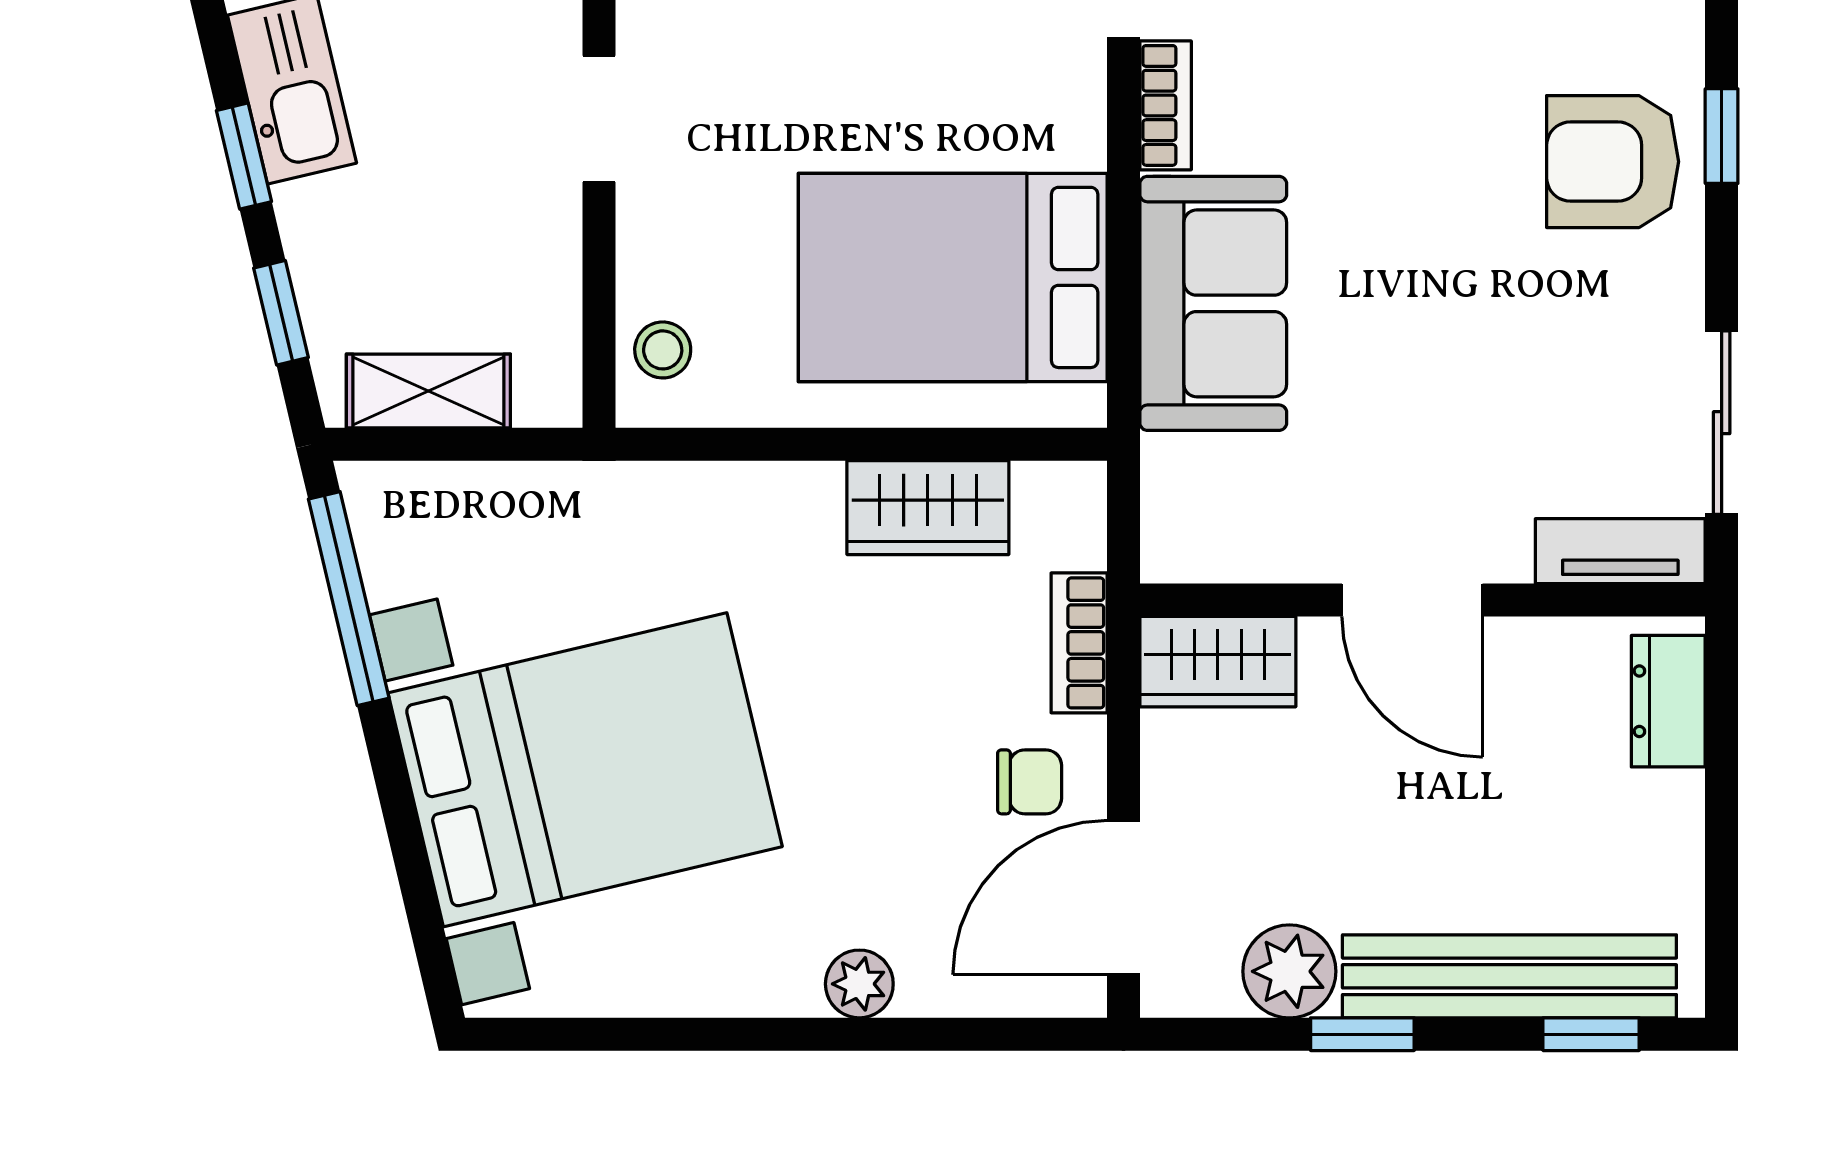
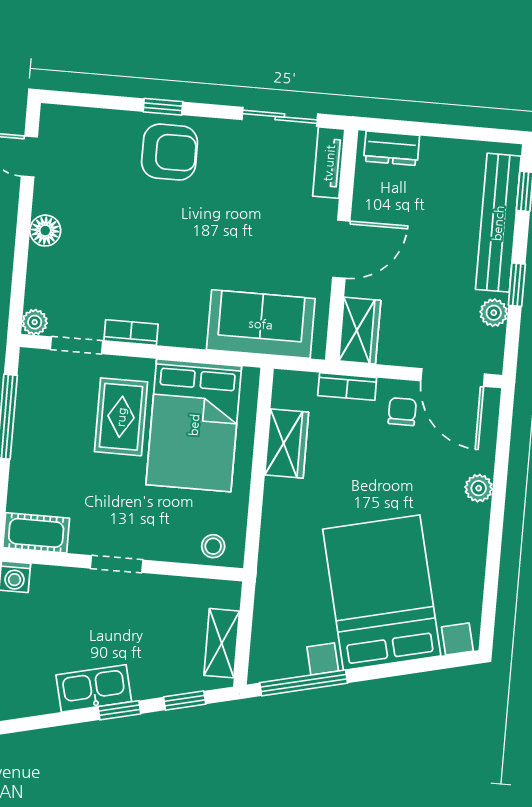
rug: (958, 99) -> (121, 417), added
armchair: (1613, 162) -> (170, 152), turned -90
sofa: (1213, 303) -> (261, 324), moved
plant: (1289, 971) -> (494, 313), width x0.73, depth x0.73

